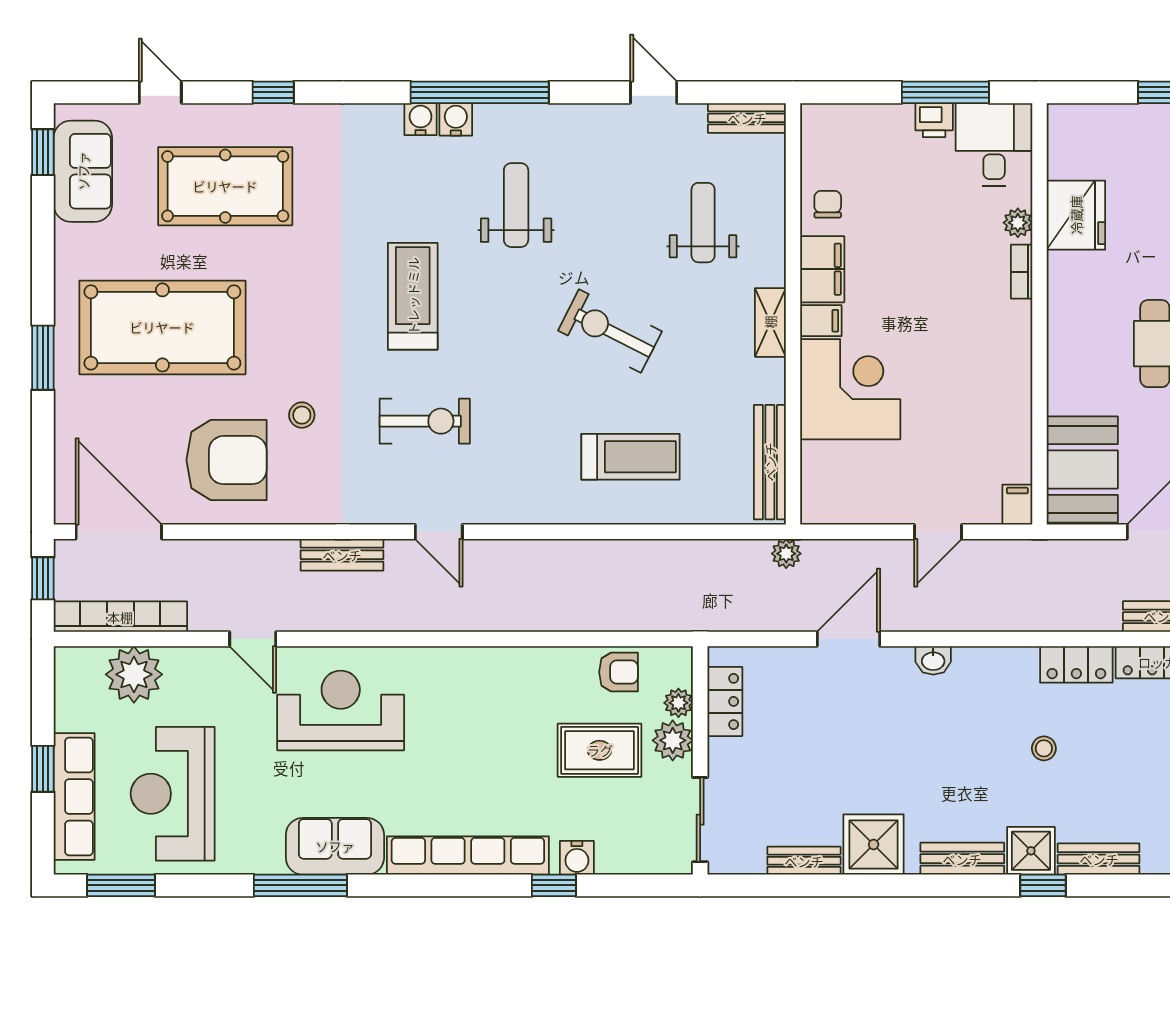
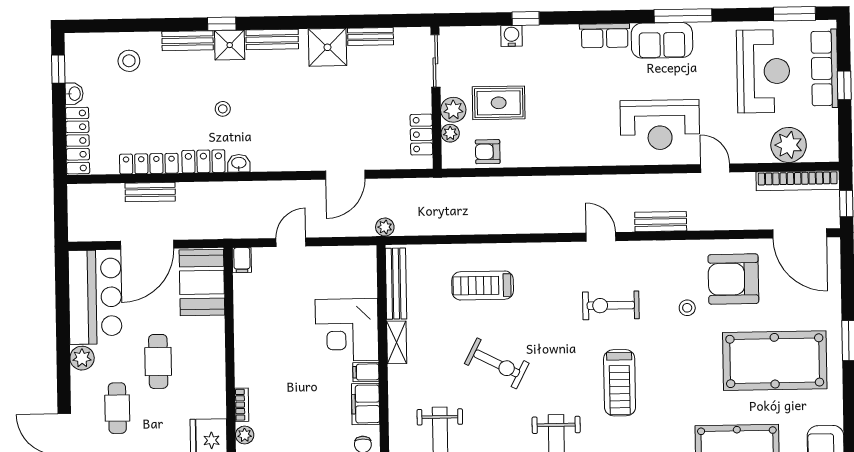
shelving: (770, 322) -> (397, 342), moved
washbasin: (933, 660) -> (239, 163), moved
row of seats: (468, 855) -> (605, 36), width x0.50

